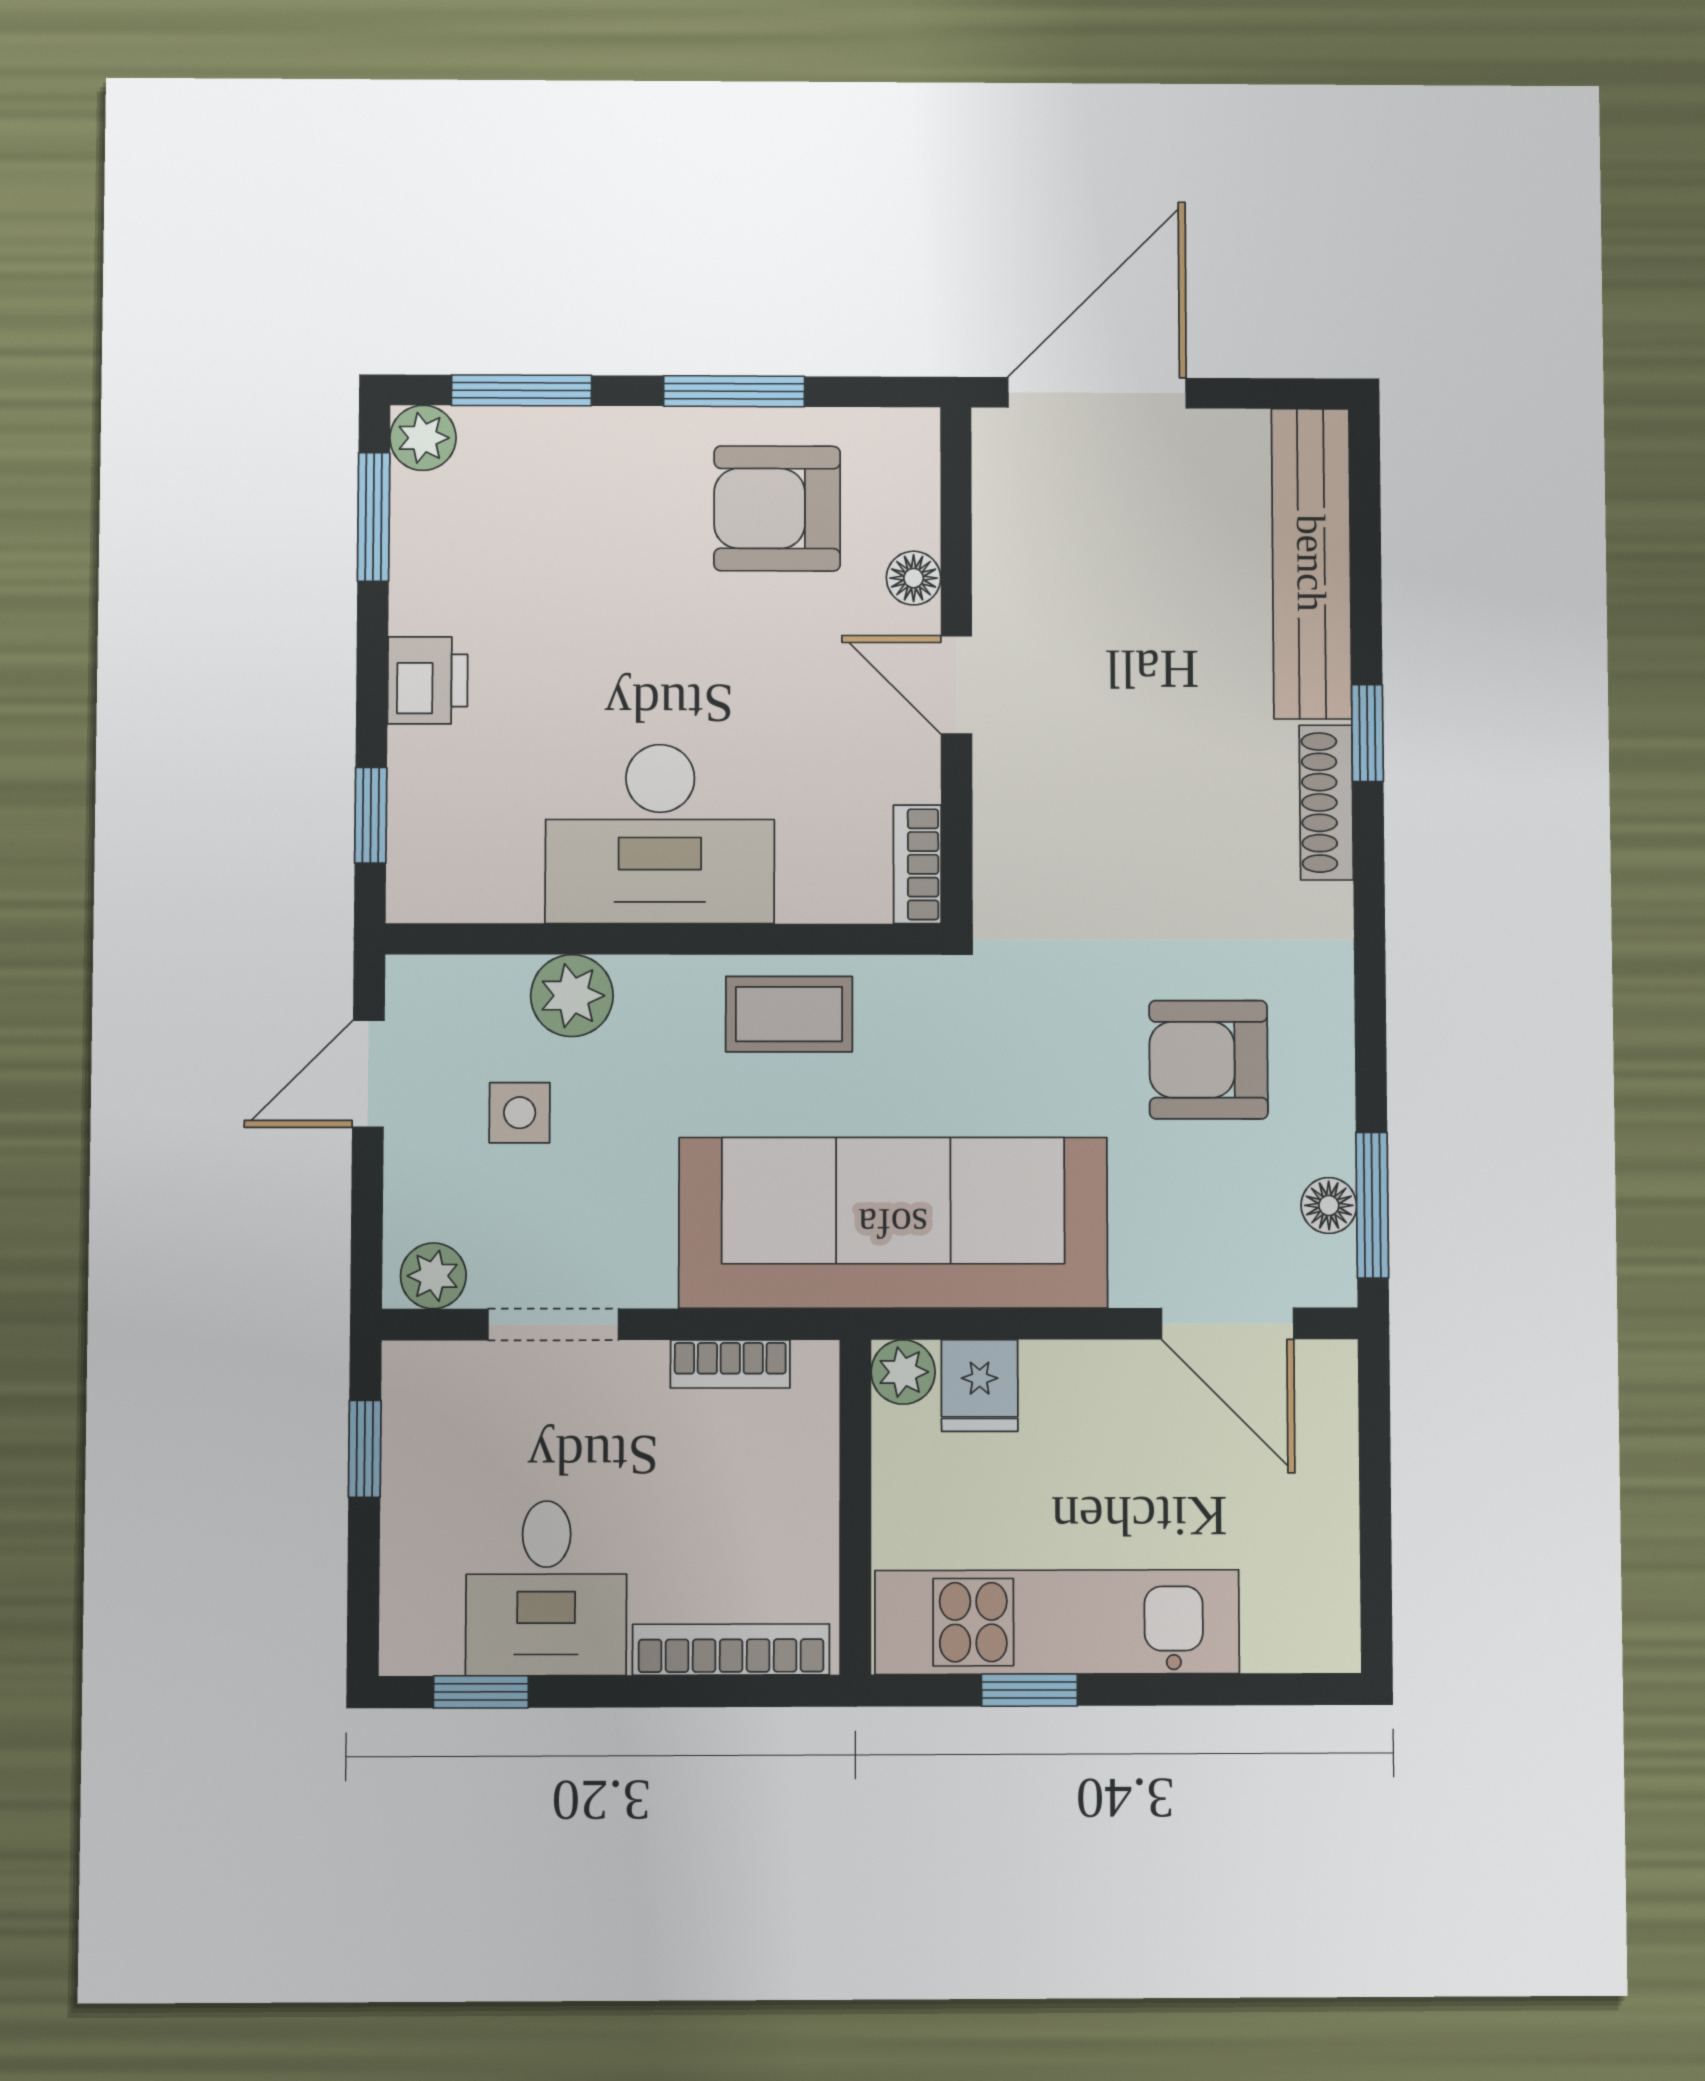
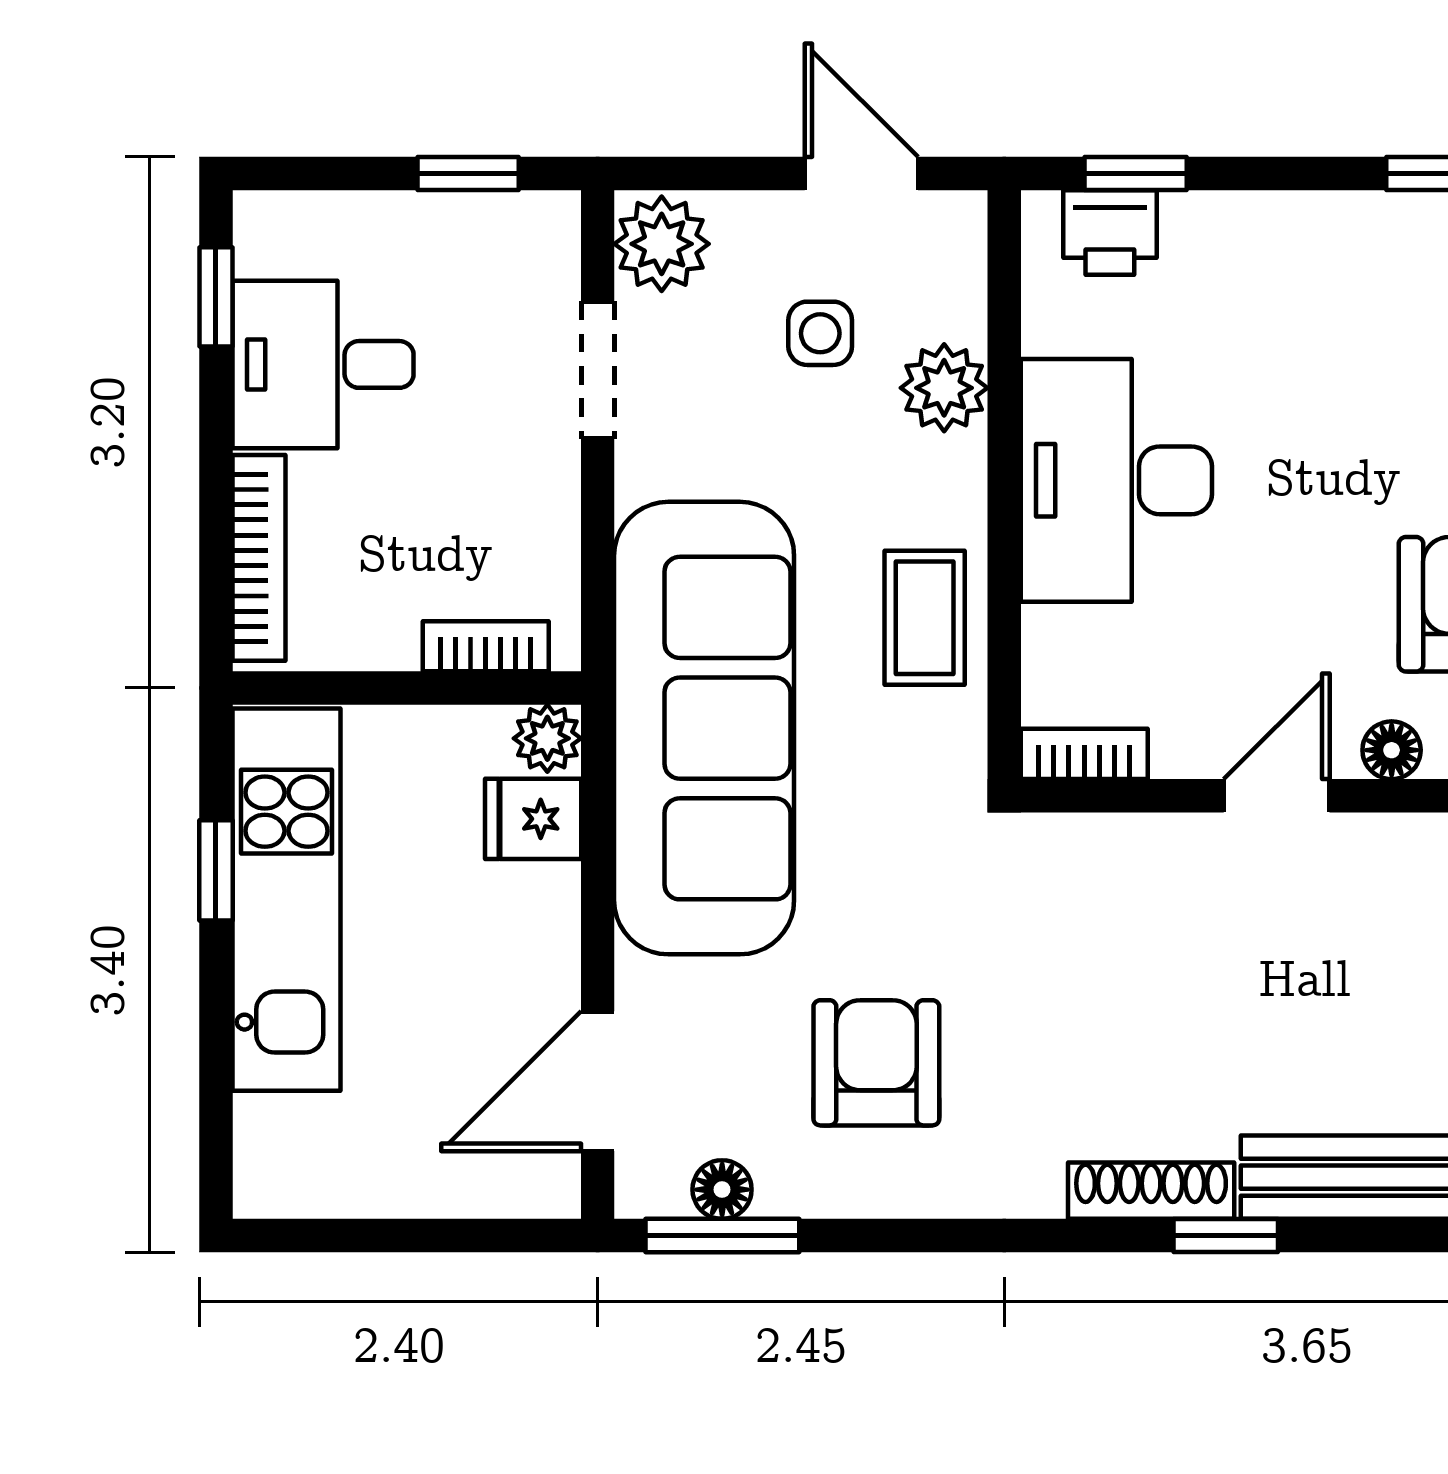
printer: (428, 680) -> (1110, 233), moved
plant: (433, 1276) -> (662, 244), width x1.38, depth x1.38
bookcase: (730, 1364) -> (486, 646), moved, turned 90

